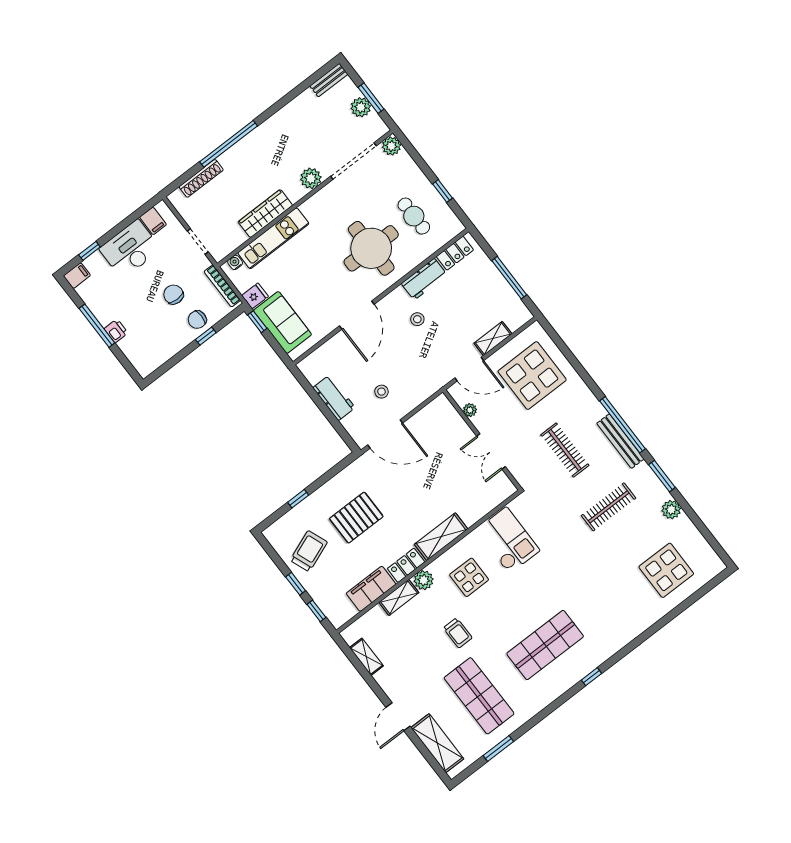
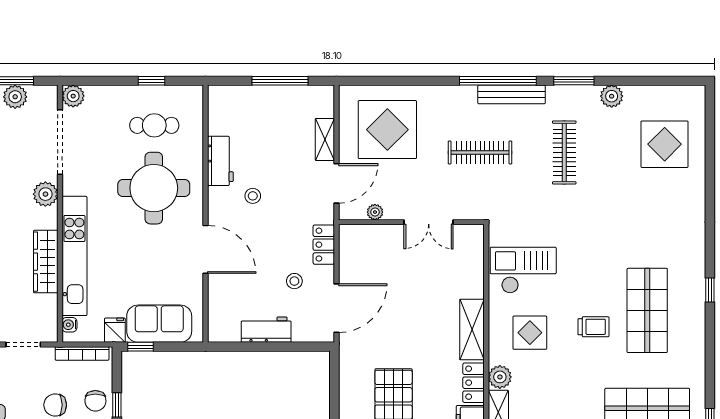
kitchen unit: (273, 238) -> (74, 256), width x1.36
locker: (455, 253) -> (324, 245), moved, turned 180
trolley: (458, 633) -> (593, 327), moved

